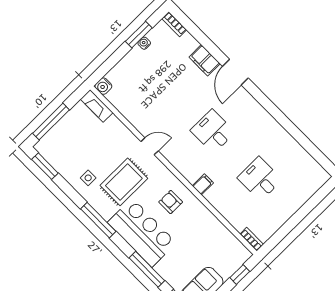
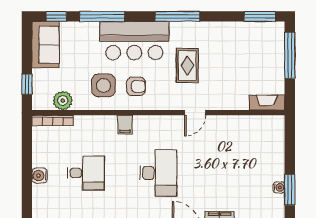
water cooler: (103, 86) -> (40, 176), moved, turned -90
desk: (213, 131) -> (158, 173), width x1.37
side table: (88, 178) -> (103, 85), moved, width x1.87, depth x1.87
rug: (124, 182) -> (187, 65), width x0.73, depth x0.70
bookcase: (252, 239) -> (53, 120), width x1.56
plant: (227, 241) -> (63, 101), added

